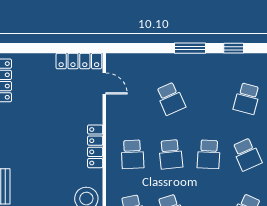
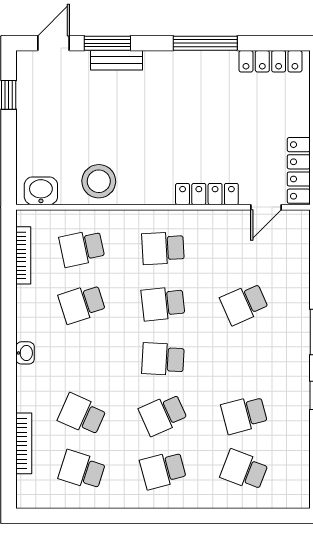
school desk: (247, 99) -> (244, 415), turned -30
locker: (95, 146) -> (207, 194), moved

